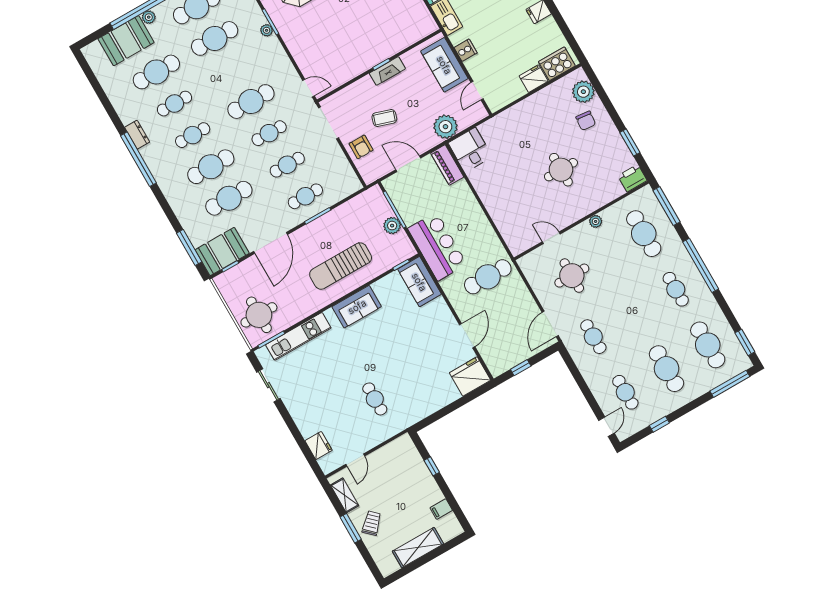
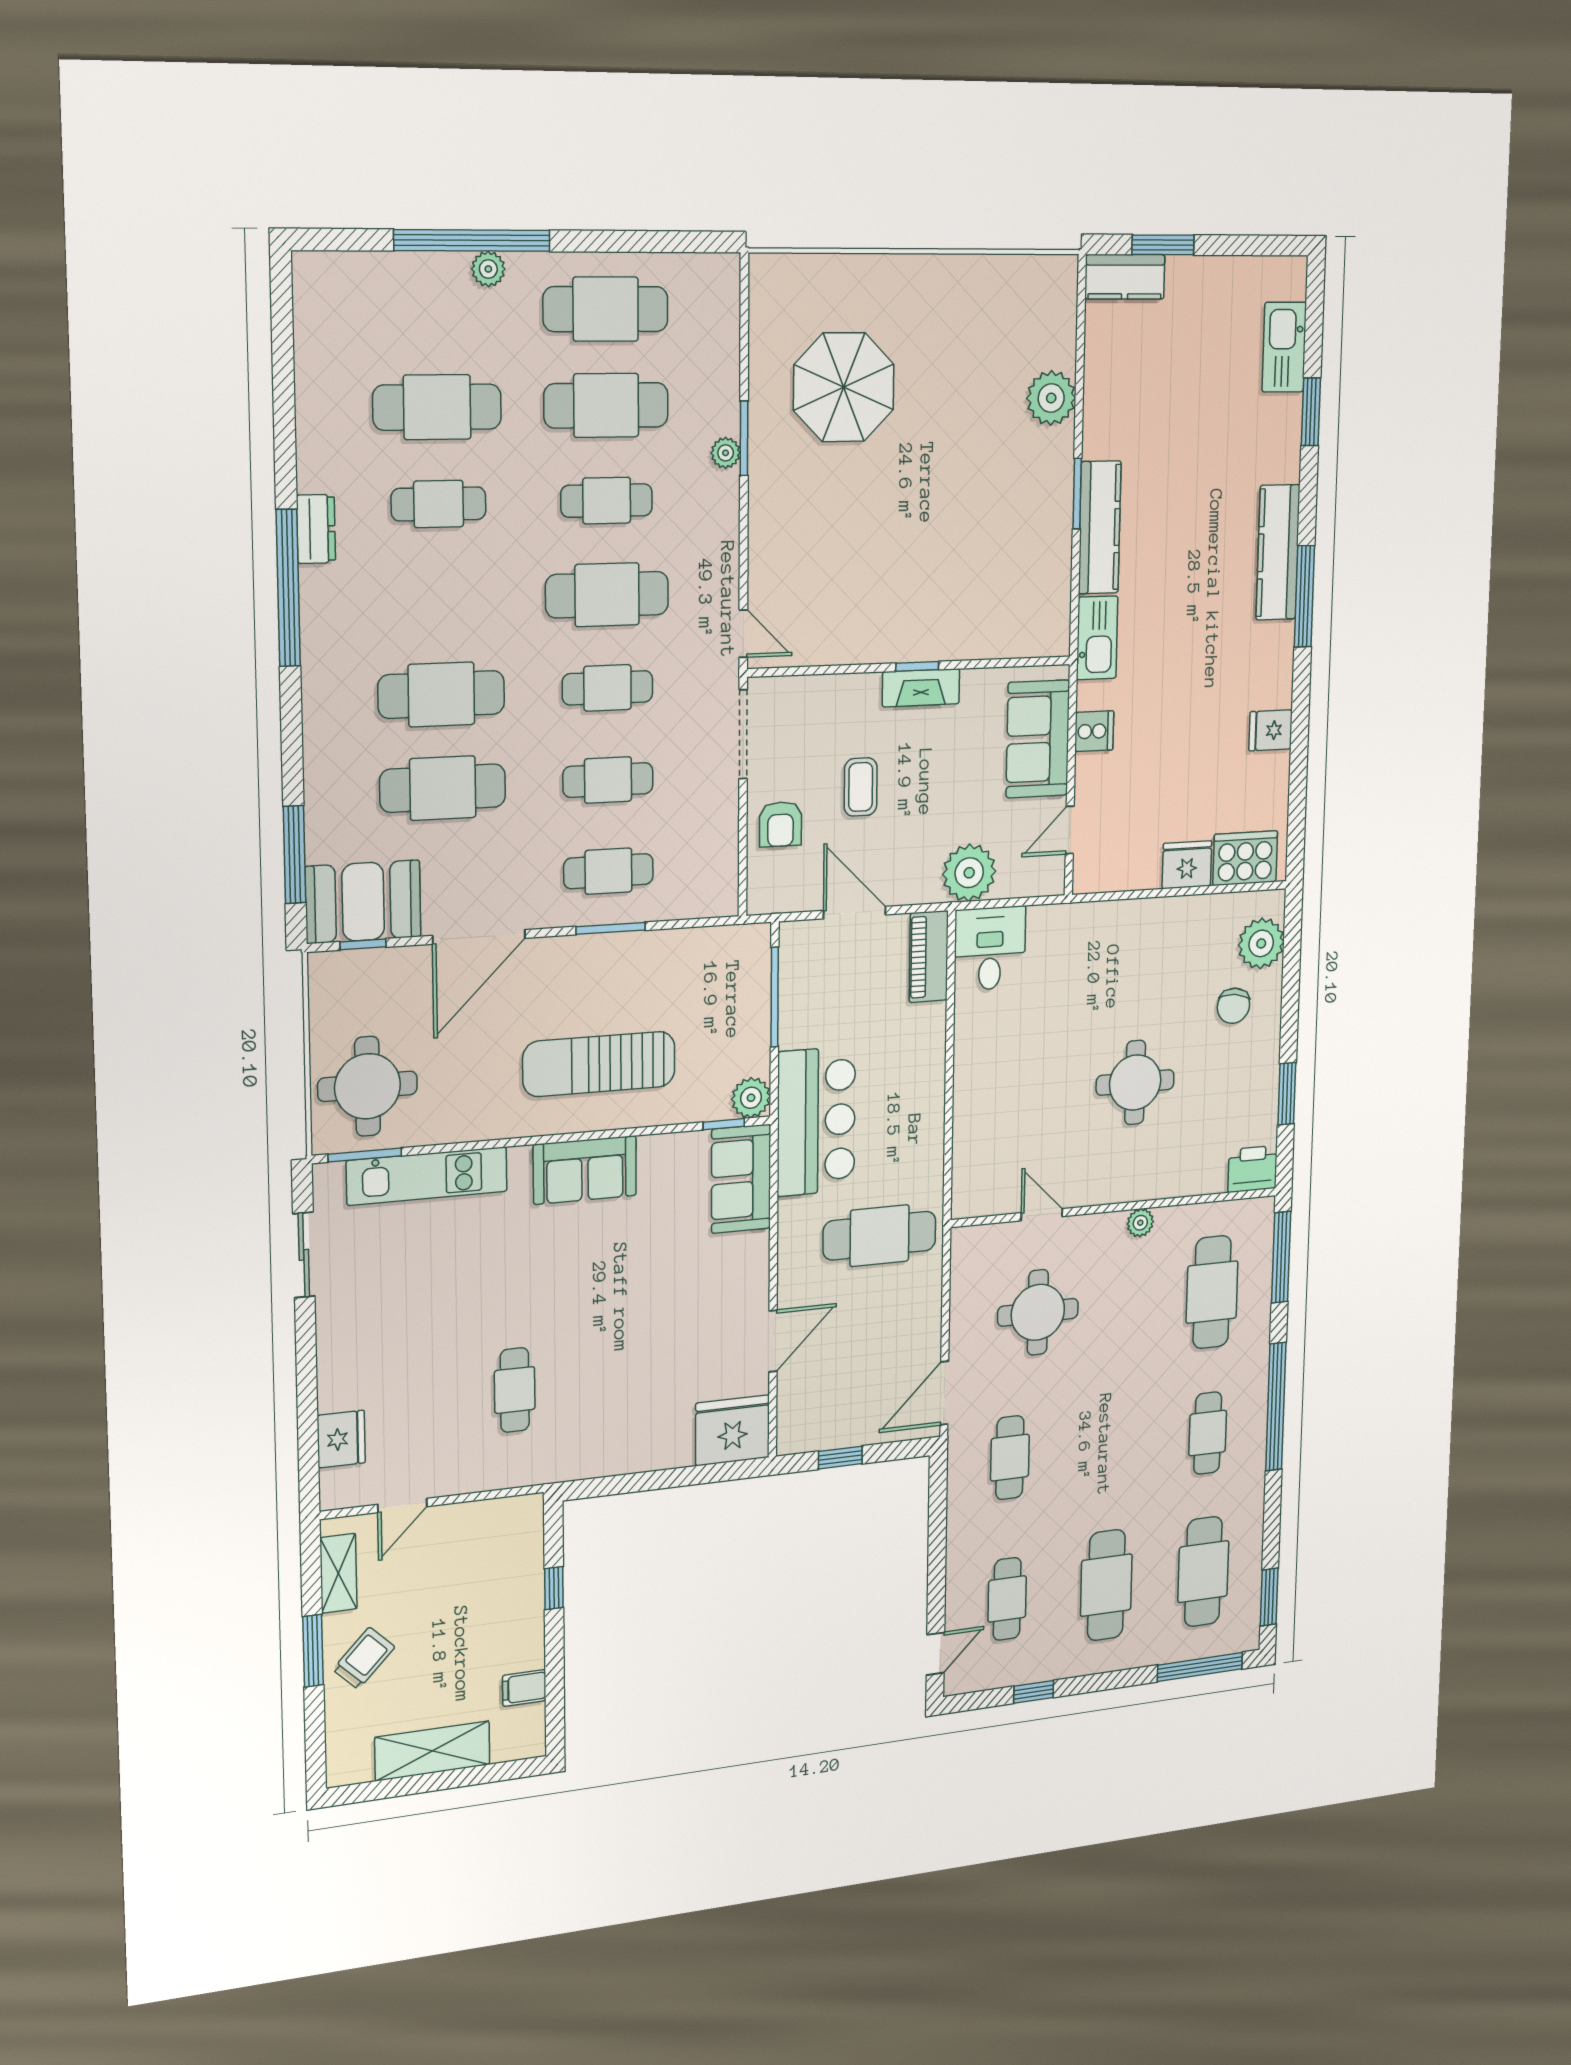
booth: (126, 41) -> (408, 294), removed
coffee table: (384, 118) -> (861, 787), turned 72
cafe table: (193, 135) -> (607, 501), moved
plant: (392, 226) -> (751, 1098), moved

